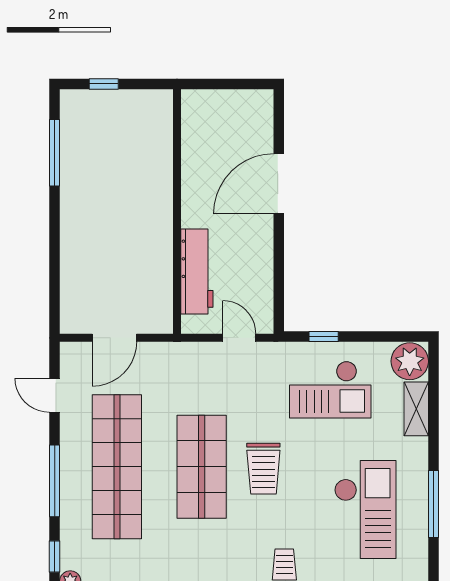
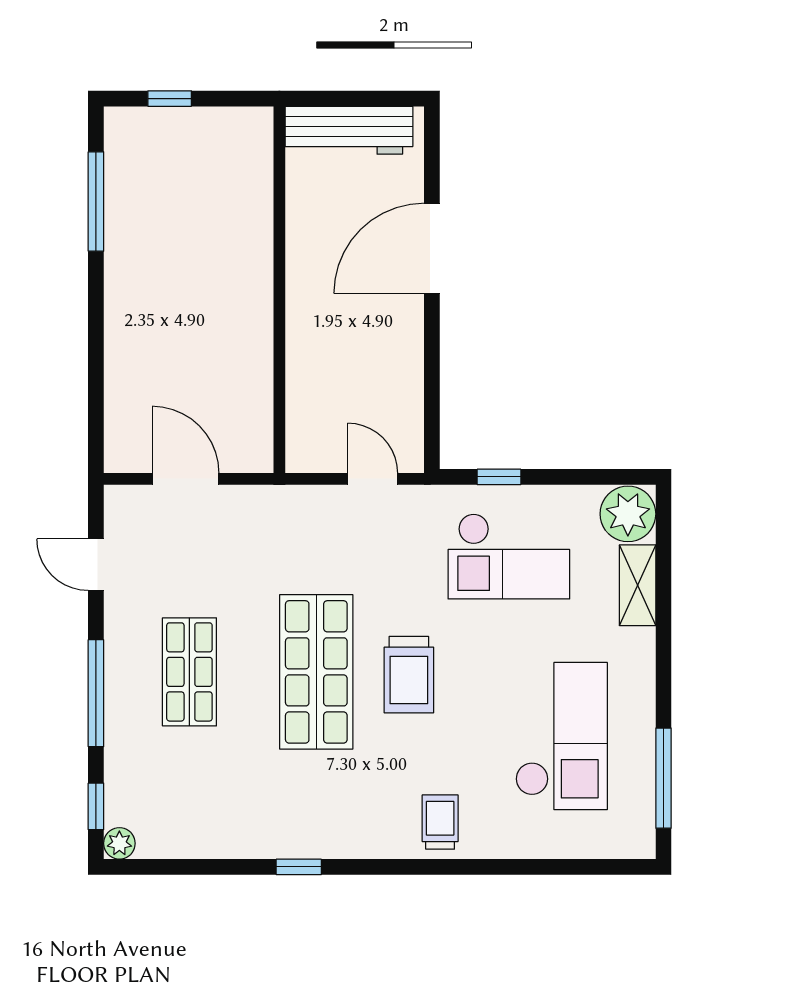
workbench: (197, 272) -> (349, 130), moved, turned 90
door: (114, 338) -> (186, 479), swing flipped
shop shelf: (117, 467) -> (189, 672), width x0.50, depth x0.74
window: (433, 504) -> (664, 778), moved

